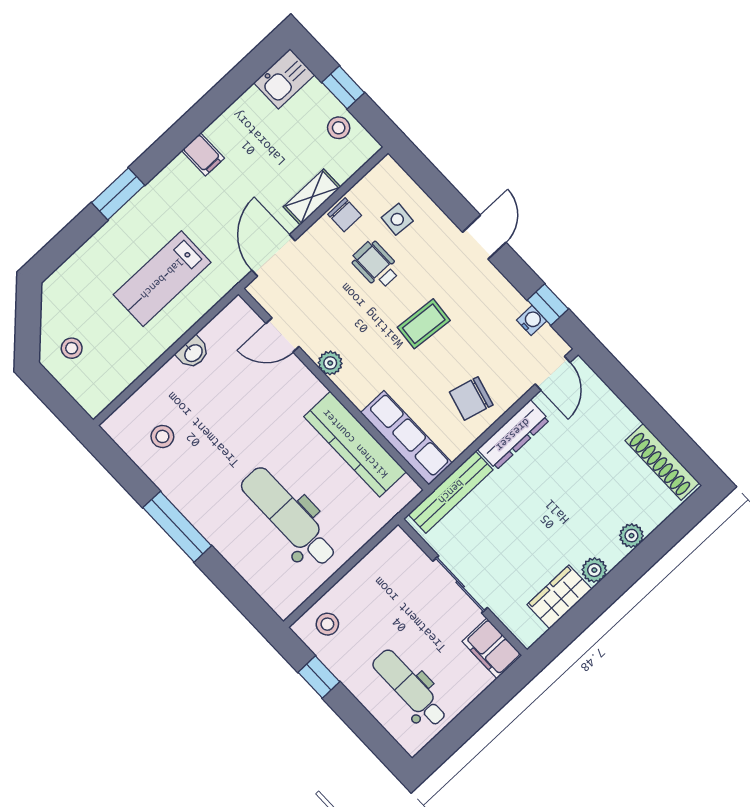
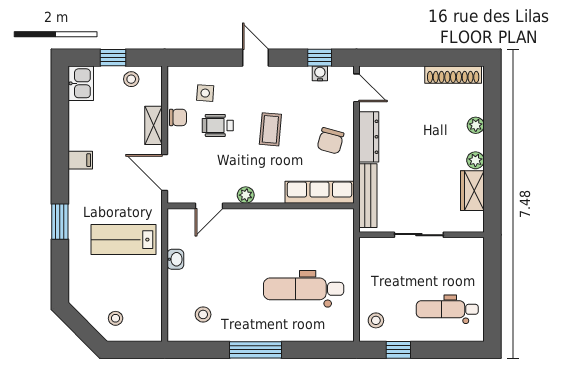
lab bench: (162, 279) -> (123, 240), turned 90
kitchen counter: (355, 444) -> (298, 221), removed
filing cabinet: (492, 648) -> (466, 249), removed

